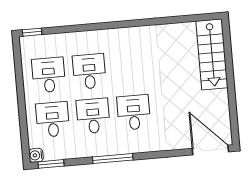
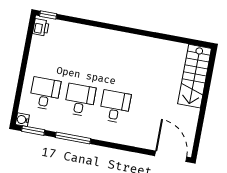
printer: (28, 48) -> (41, 27), added
desk: (89, 72) -> (87, 62), removed
desk: (49, 75) -> (52, 55), removed
window: (113, 159) -> (73, 138), moved

